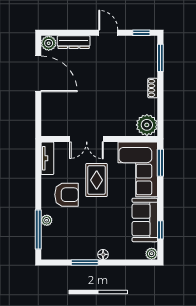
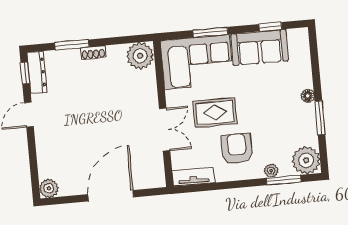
dresser: (74, 42) -> (37, 72), moved
window: (160, 58) -> (72, 45), moved
door: (38, 74) -> (111, 196), moved
window: (160, 163) -> (210, 32), moved
window: (38, 229) -> (284, 180), width x0.69
plant: (152, 254) -> (306, 160), moved, width x1.87, depth x1.87

